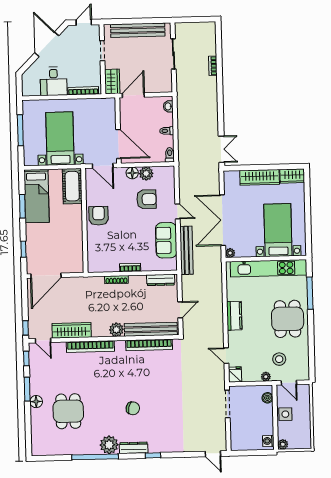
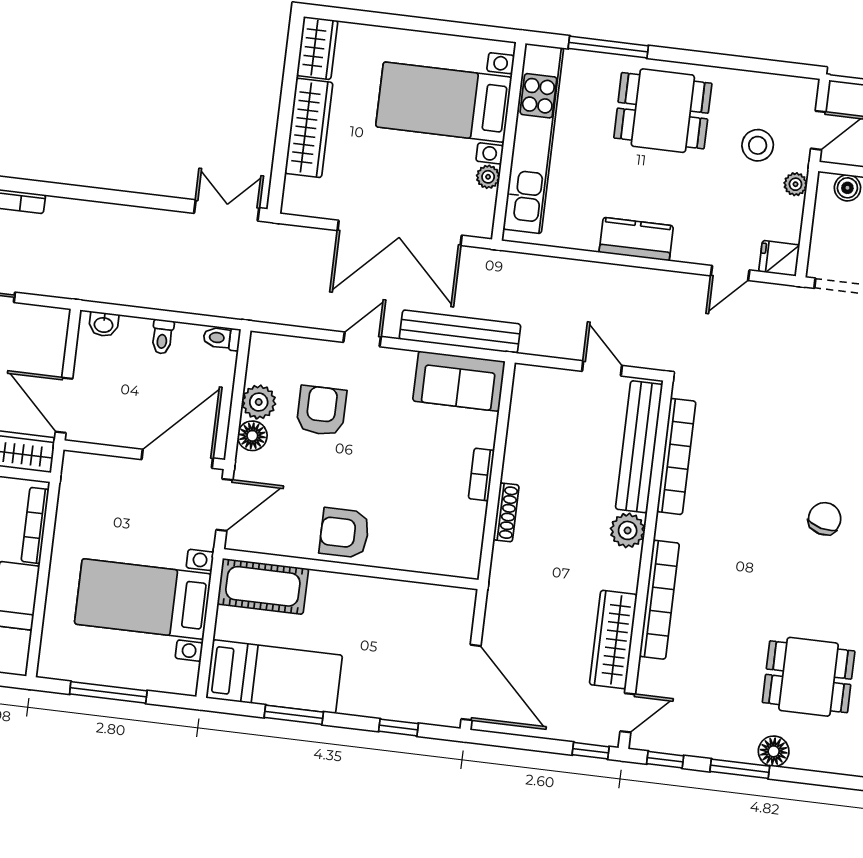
sofa: (166, 240) -> (459, 381), moved
plant: (230, 253) -> (488, 177), moved
dresser: (161, 280) -> (523, 405), removed

